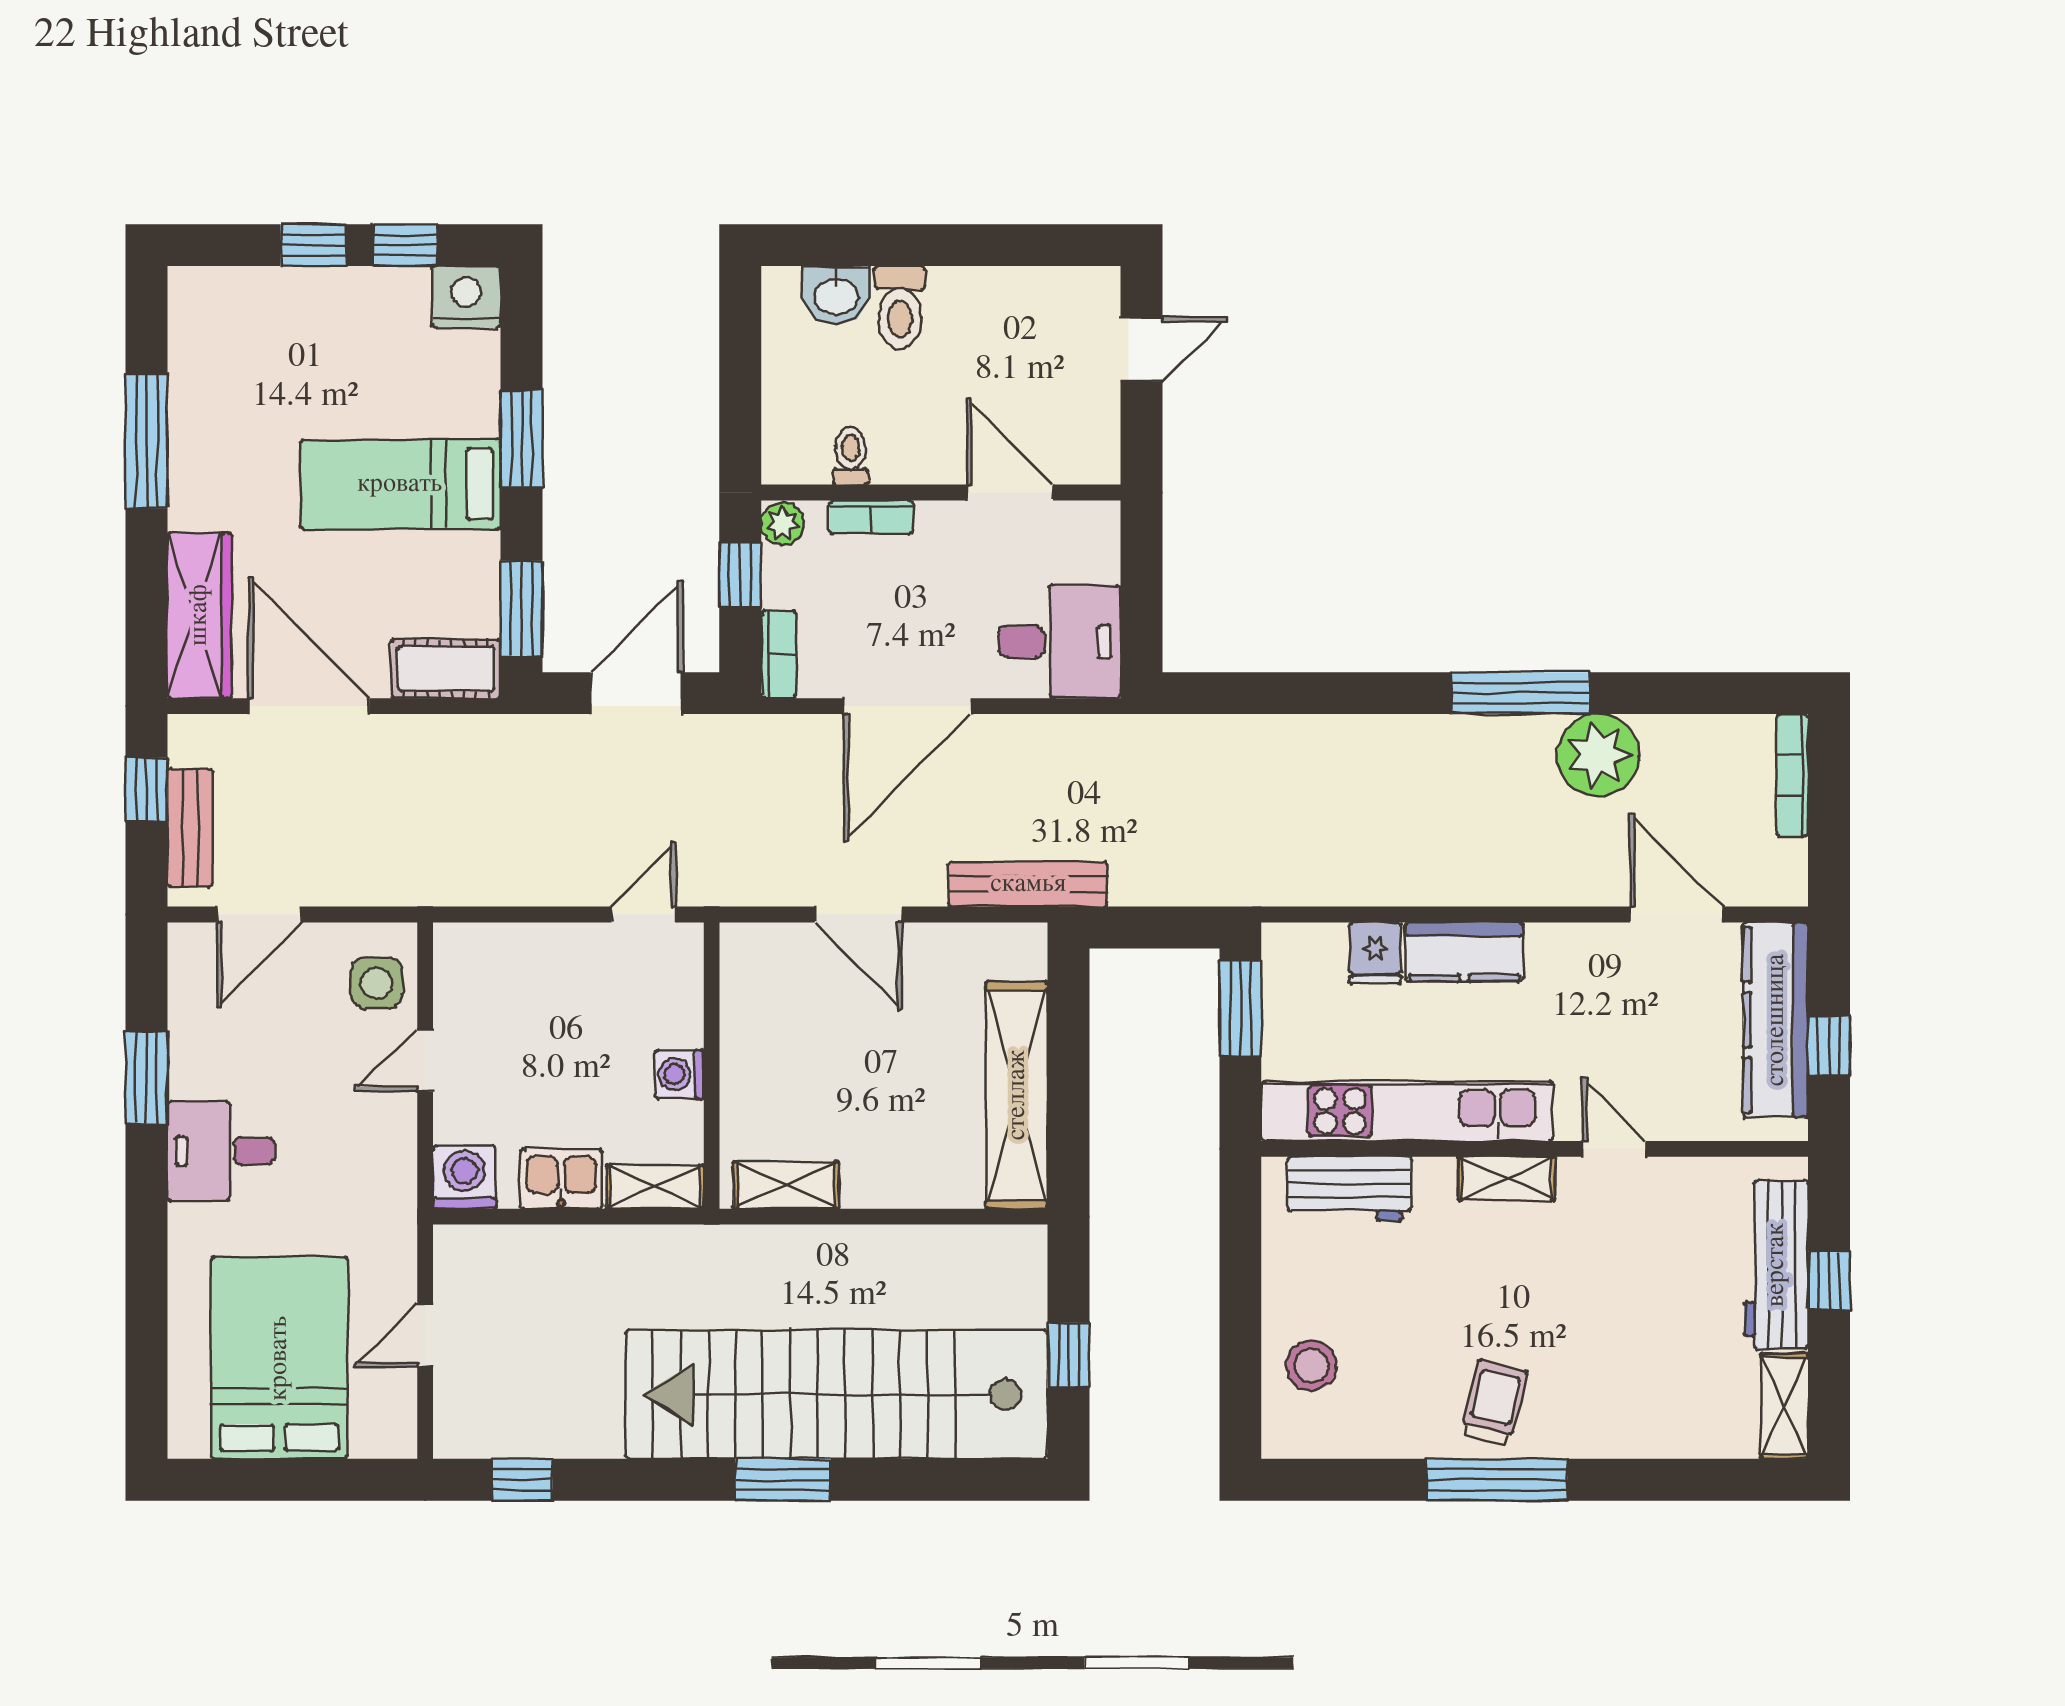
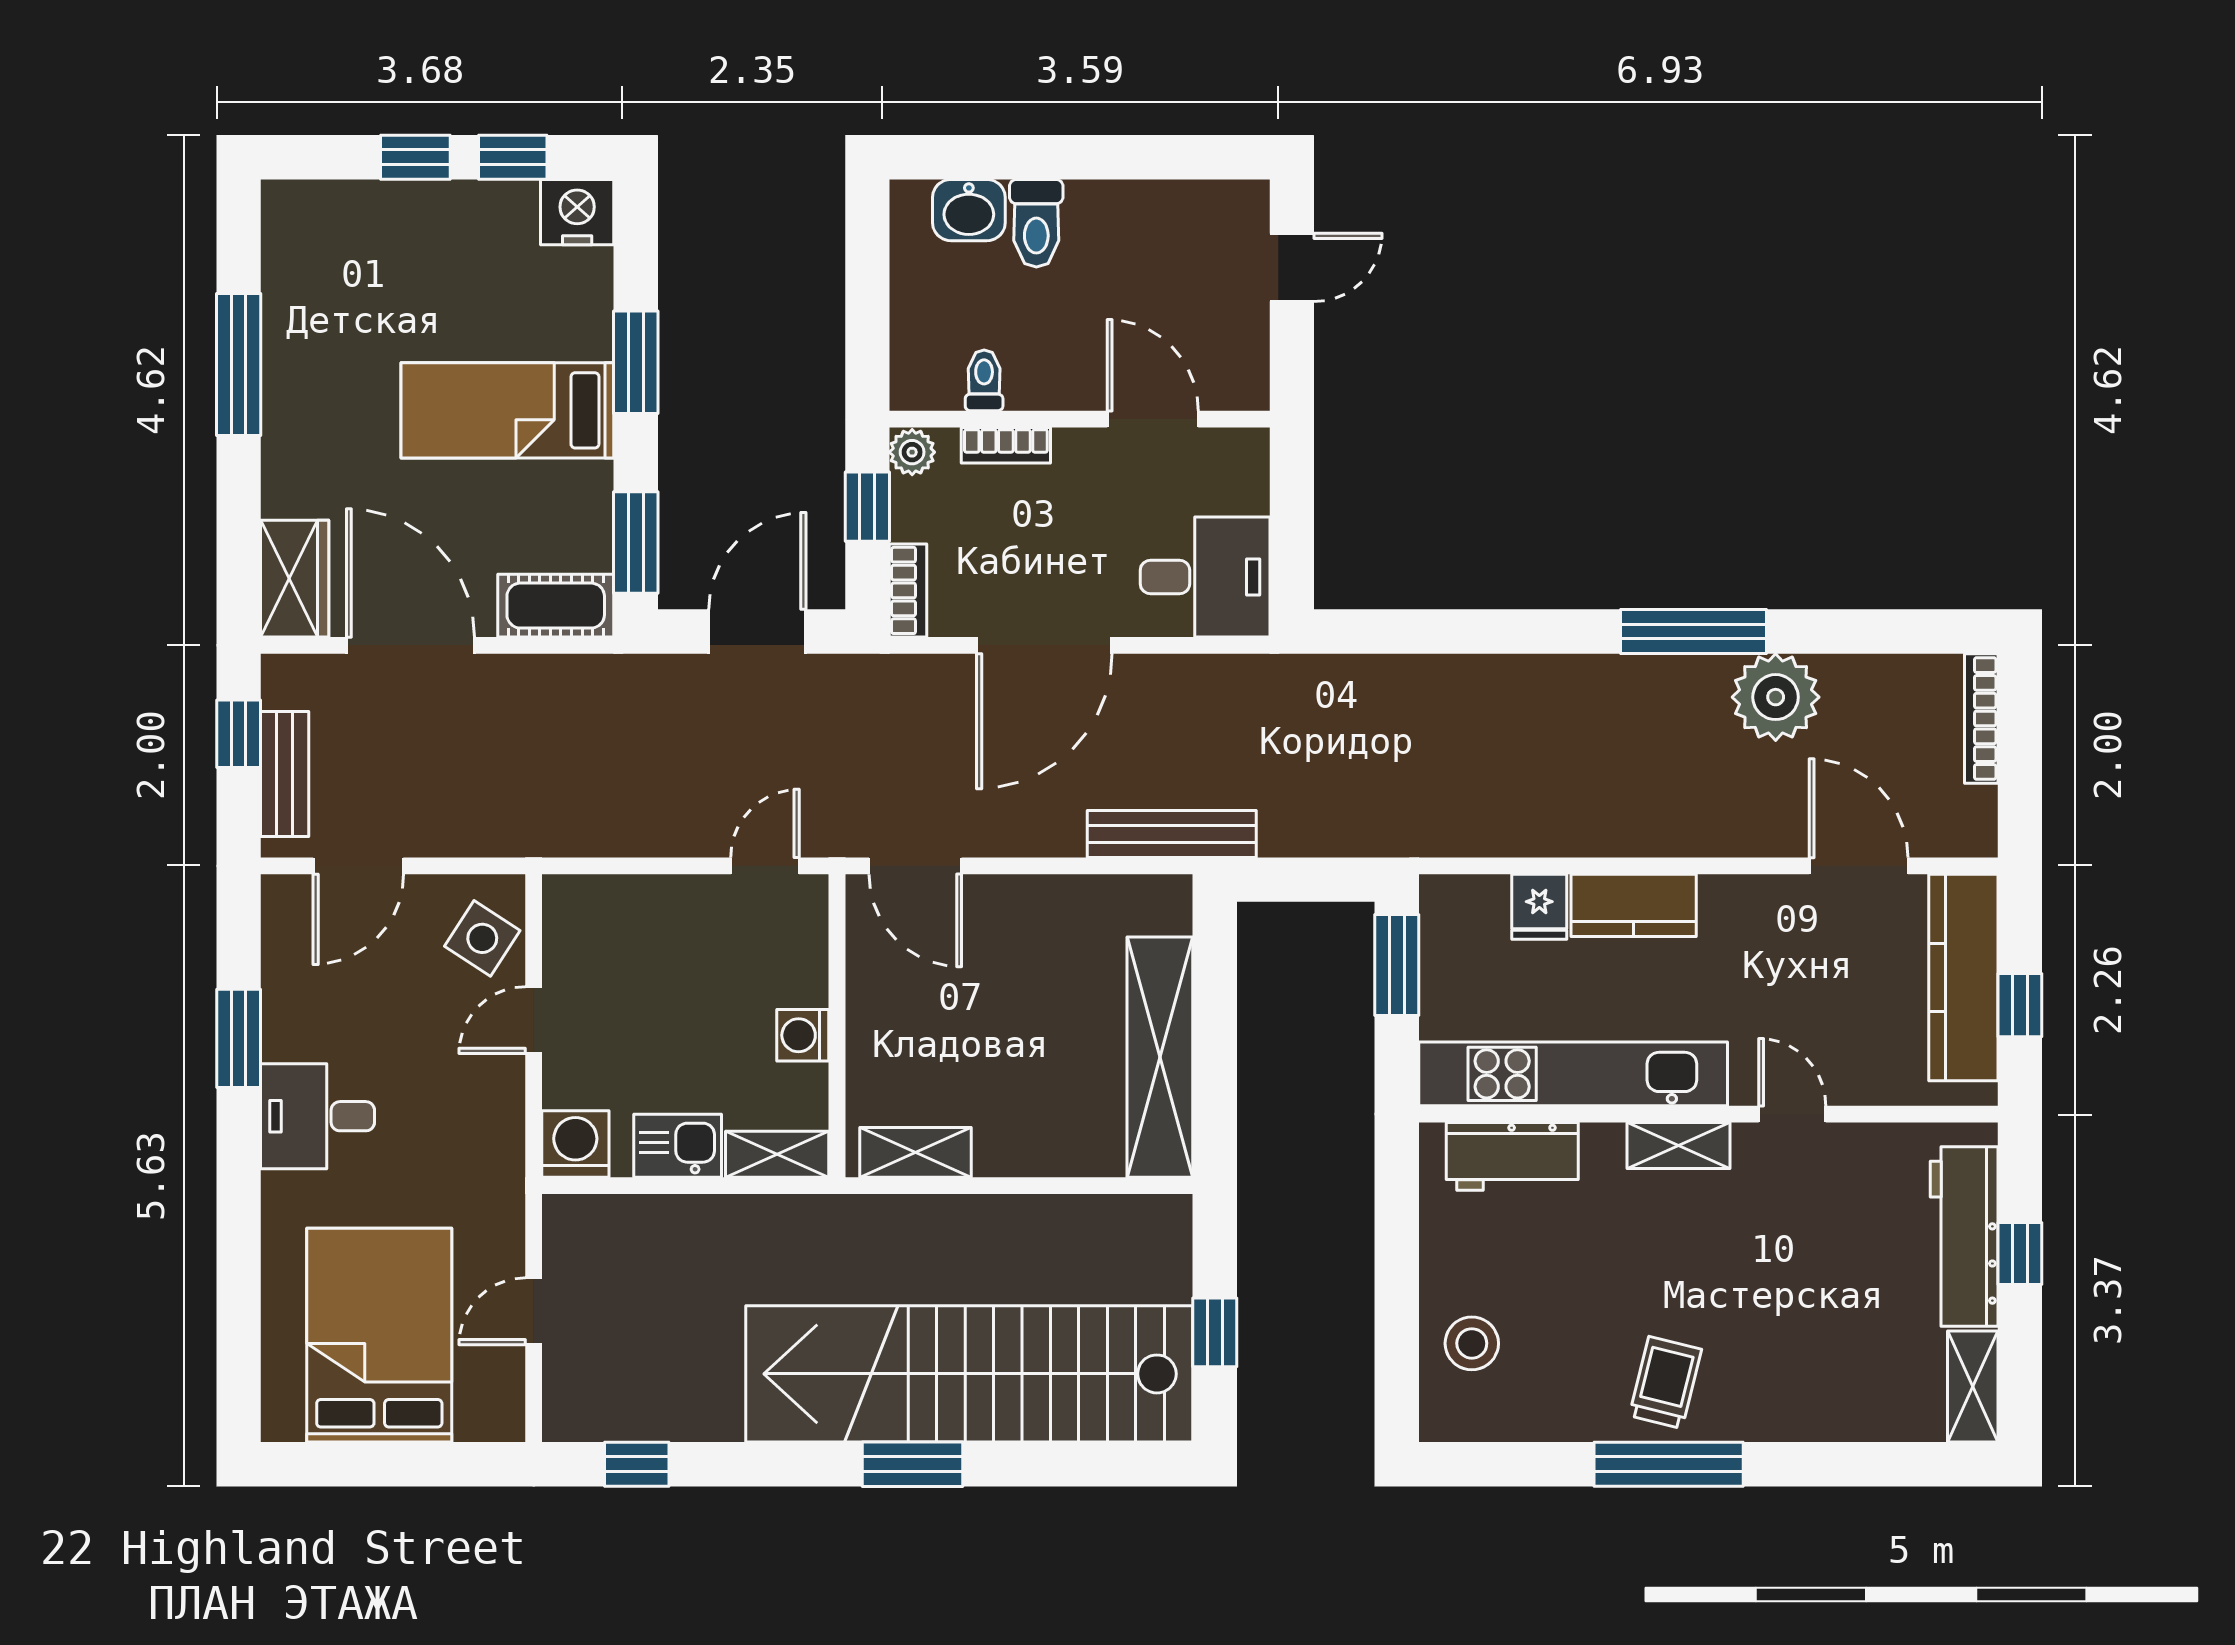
wardrobe: (199, 615) -> (295, 579), width x0.67
door: (858, 914) -> (915, 866), moved
side table: (377, 983) -> (482, 938), turned 33

